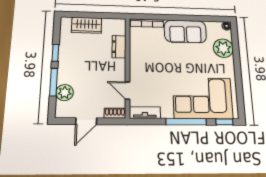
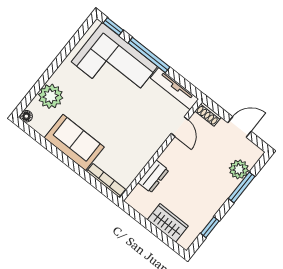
window: (55, 53) -> (210, 227), moved
tv unit: (145, 113) -> (175, 89), width x1.41

